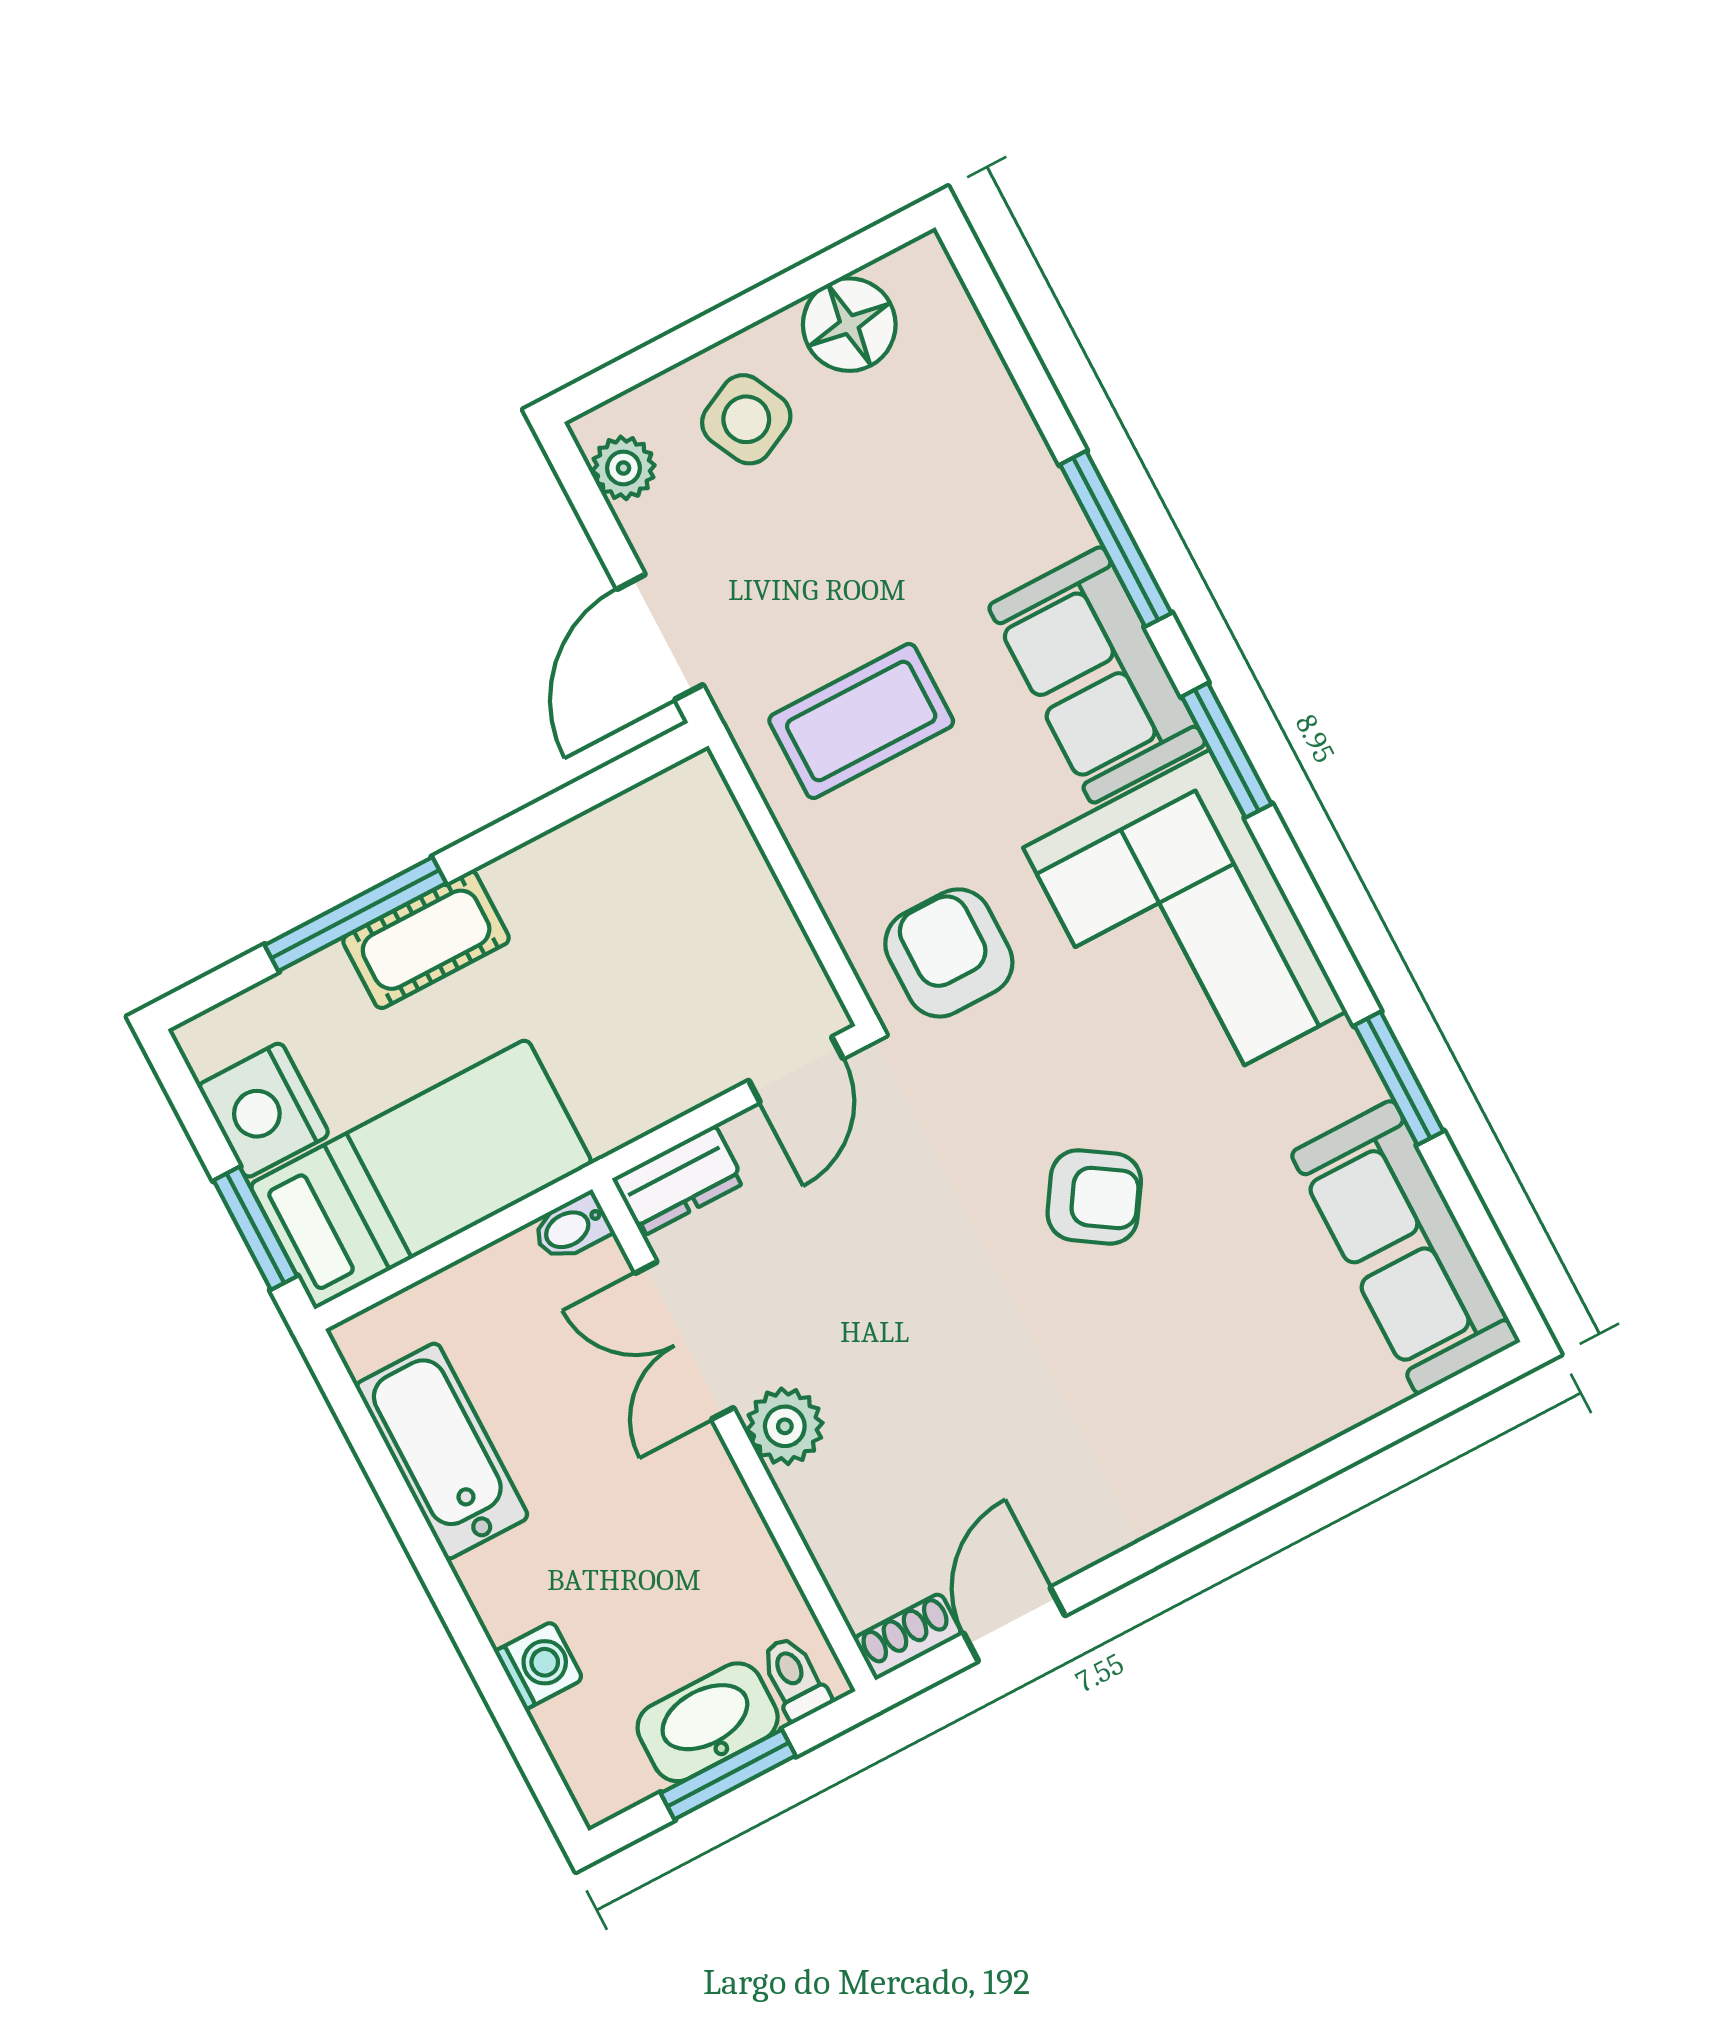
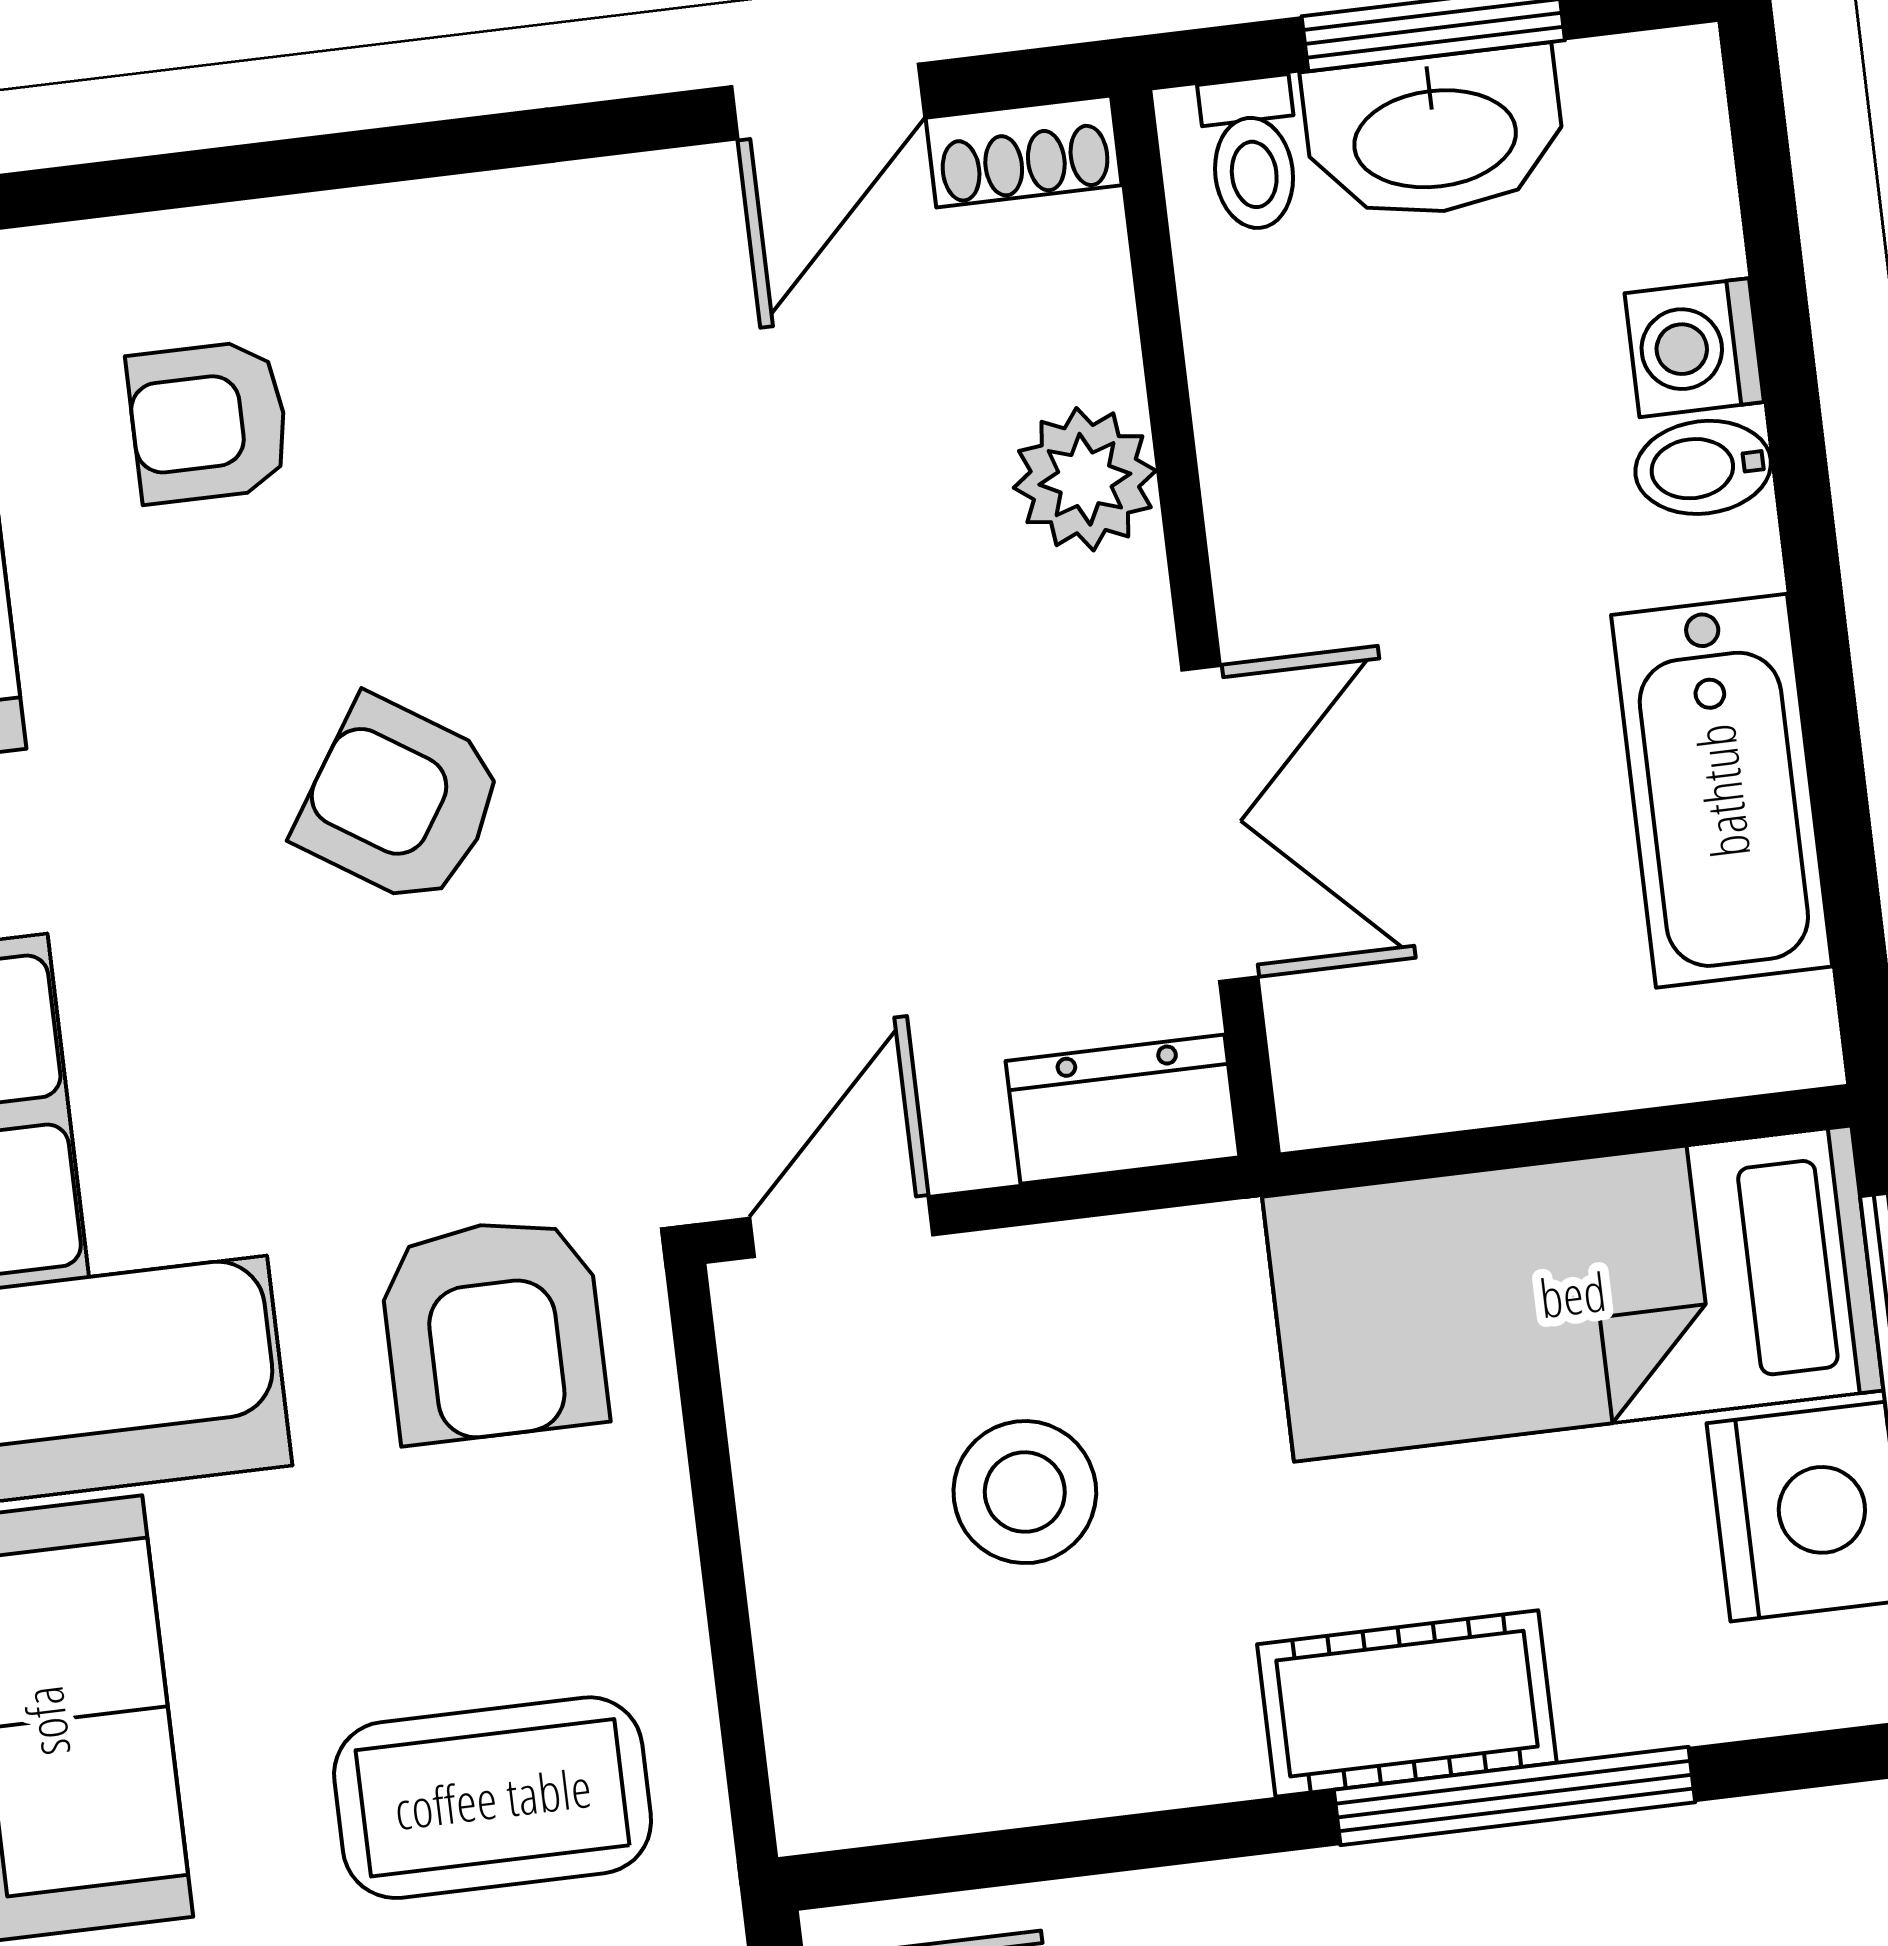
stool: (655, 973) -> (1025, 1492), added
bidet: (572, 1227) -> (1703, 467), moved, turned 180
armchair: (1261, 1349) -> (208, 422), added
plant: (785, 1426) -> (1085, 479), moved

